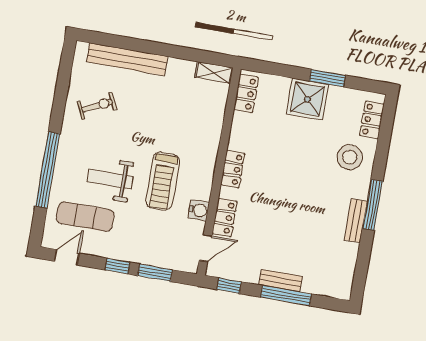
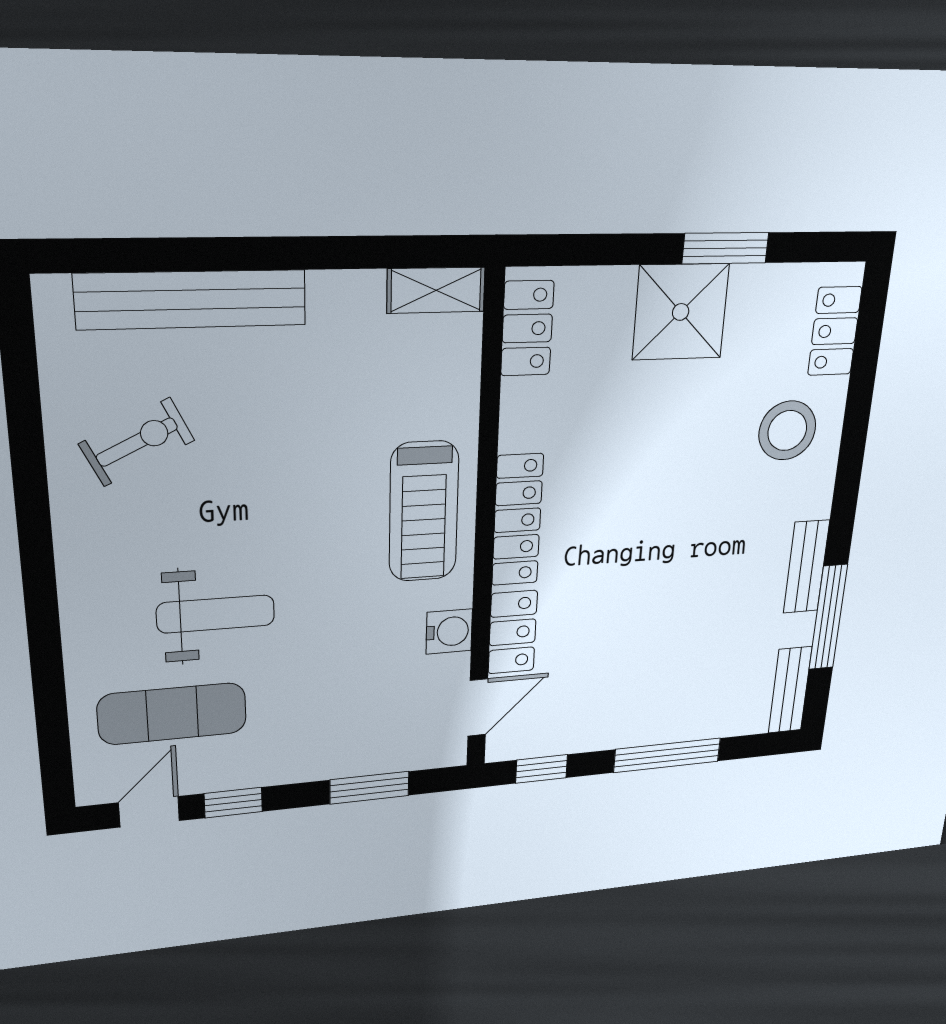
locker: (233, 169) -> (517, 520), width x1.53
window: (48, 170) -> (44, 631), removed
weight bench: (110, 179) -> (216, 614), turned 180
treadmill: (163, 181) -> (424, 512), moved
window: (373, 205) -> (828, 617), moved
window: (118, 266) -> (233, 803), moved
bench: (280, 281) -> (790, 690), moved, turned 90

